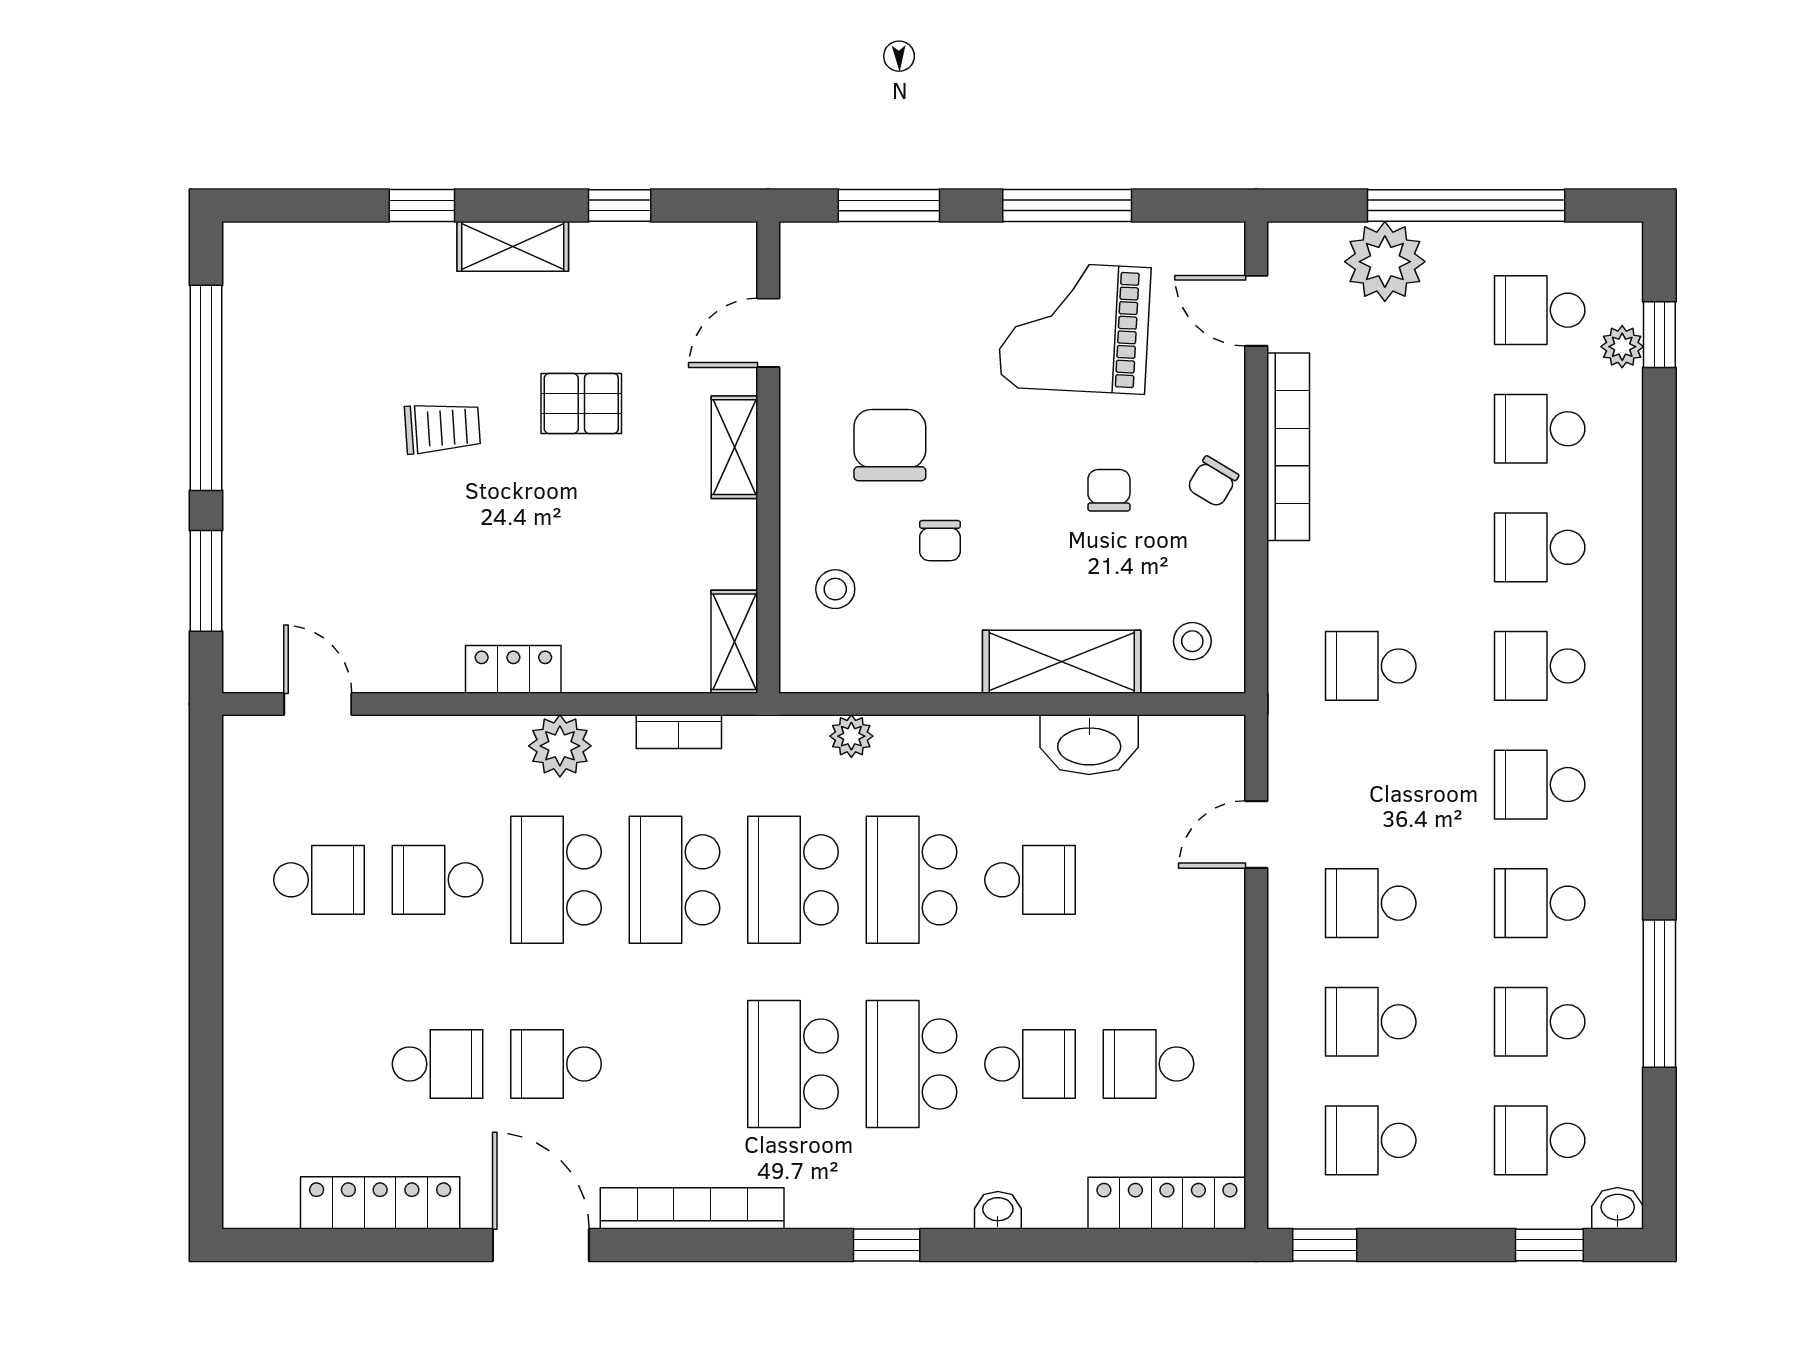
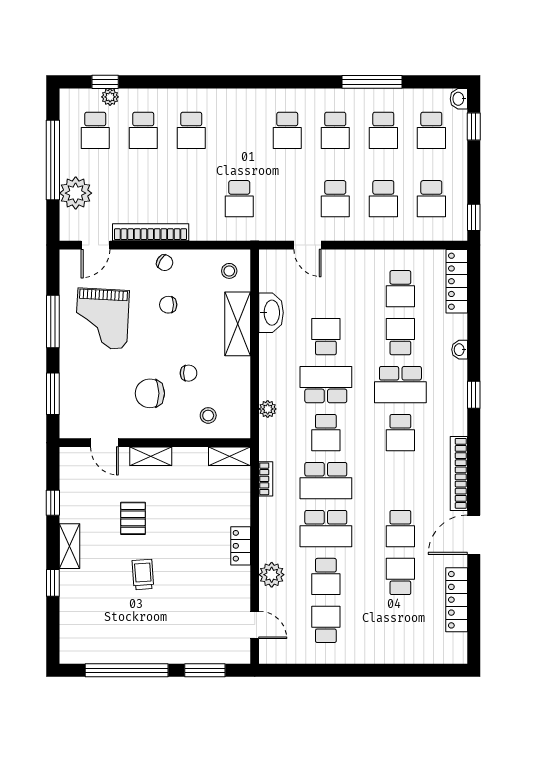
school desk: (1540, 666) -> (239, 130), removed
door: (318, 704) -> (255, 625), swing flipped
plant: (560, 746) -> (272, 575), moved
school desk: (793, 880) -> (326, 433), width x0.54
school desk: (912, 880) -> (326, 385), turned 180
school desk: (793, 1064) -> (400, 433), width x0.54

